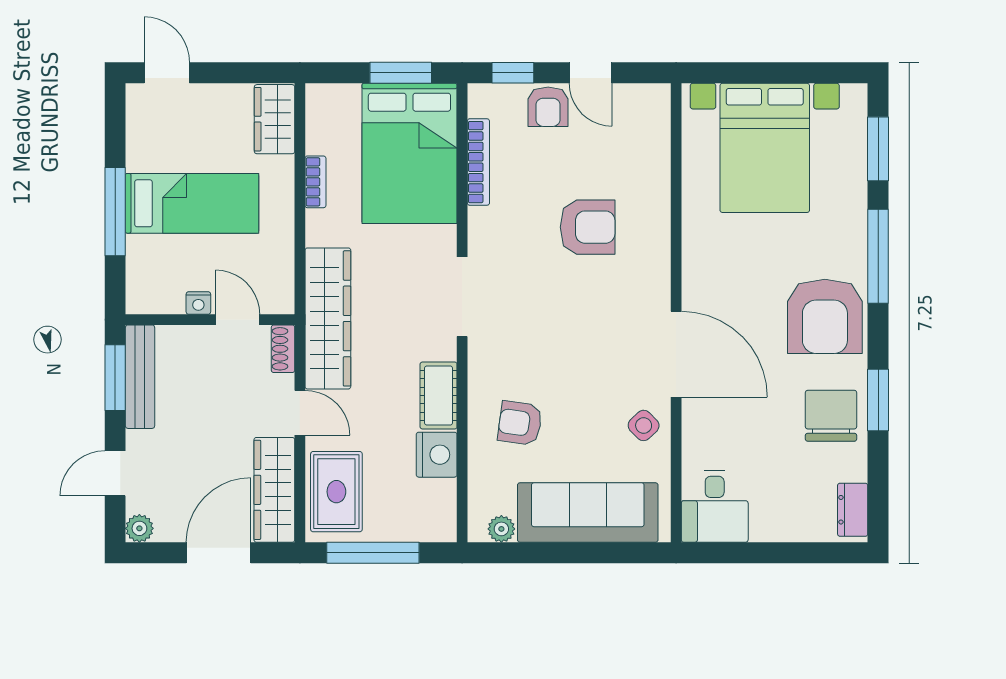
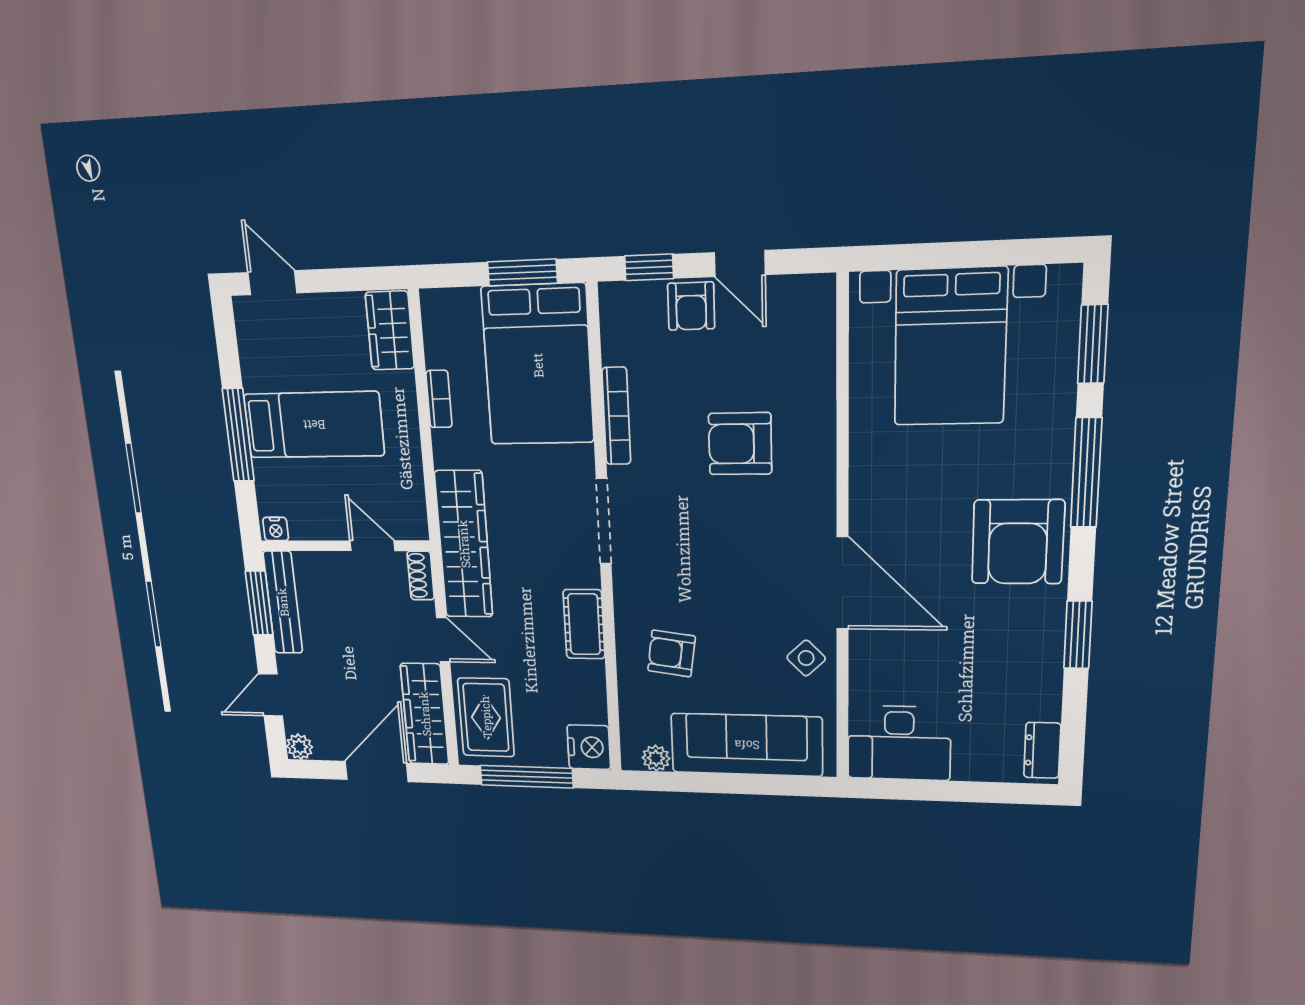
bookcase: (478, 162) -> (616, 416), moved
armchair: (588, 227) -> (740, 444), turned 180
nightstand: (198, 303) -> (276, 529), moved
chair: (831, 416) -> (1021, 651), removed
nightstand: (437, 455) -> (589, 747), moved
desk: (715, 506) -> (899, 743), width x1.37

